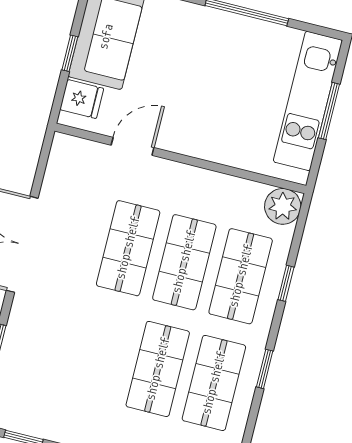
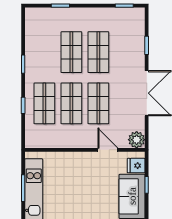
door: (133, 146) -> (108, 150), swing flipped
plant: (283, 206) -> (137, 140), moved
shop shelf: (214, 383) -> (98, 52), moved

